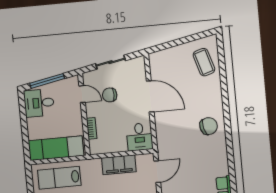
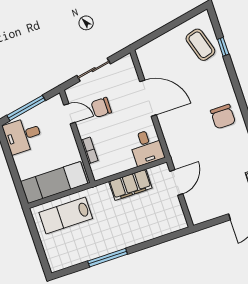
window: (222, 68) -> (223, 47), added
chair: (209, 126) -> (223, 117), turned 105

